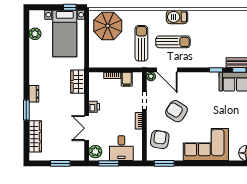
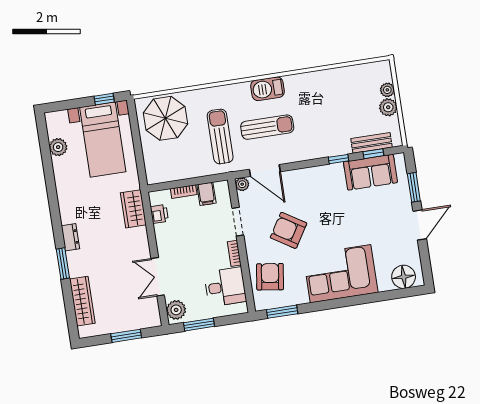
printer: (94, 107) -> (159, 214), moved
desk: (121, 148) -> (225, 287), moved, turned -90

